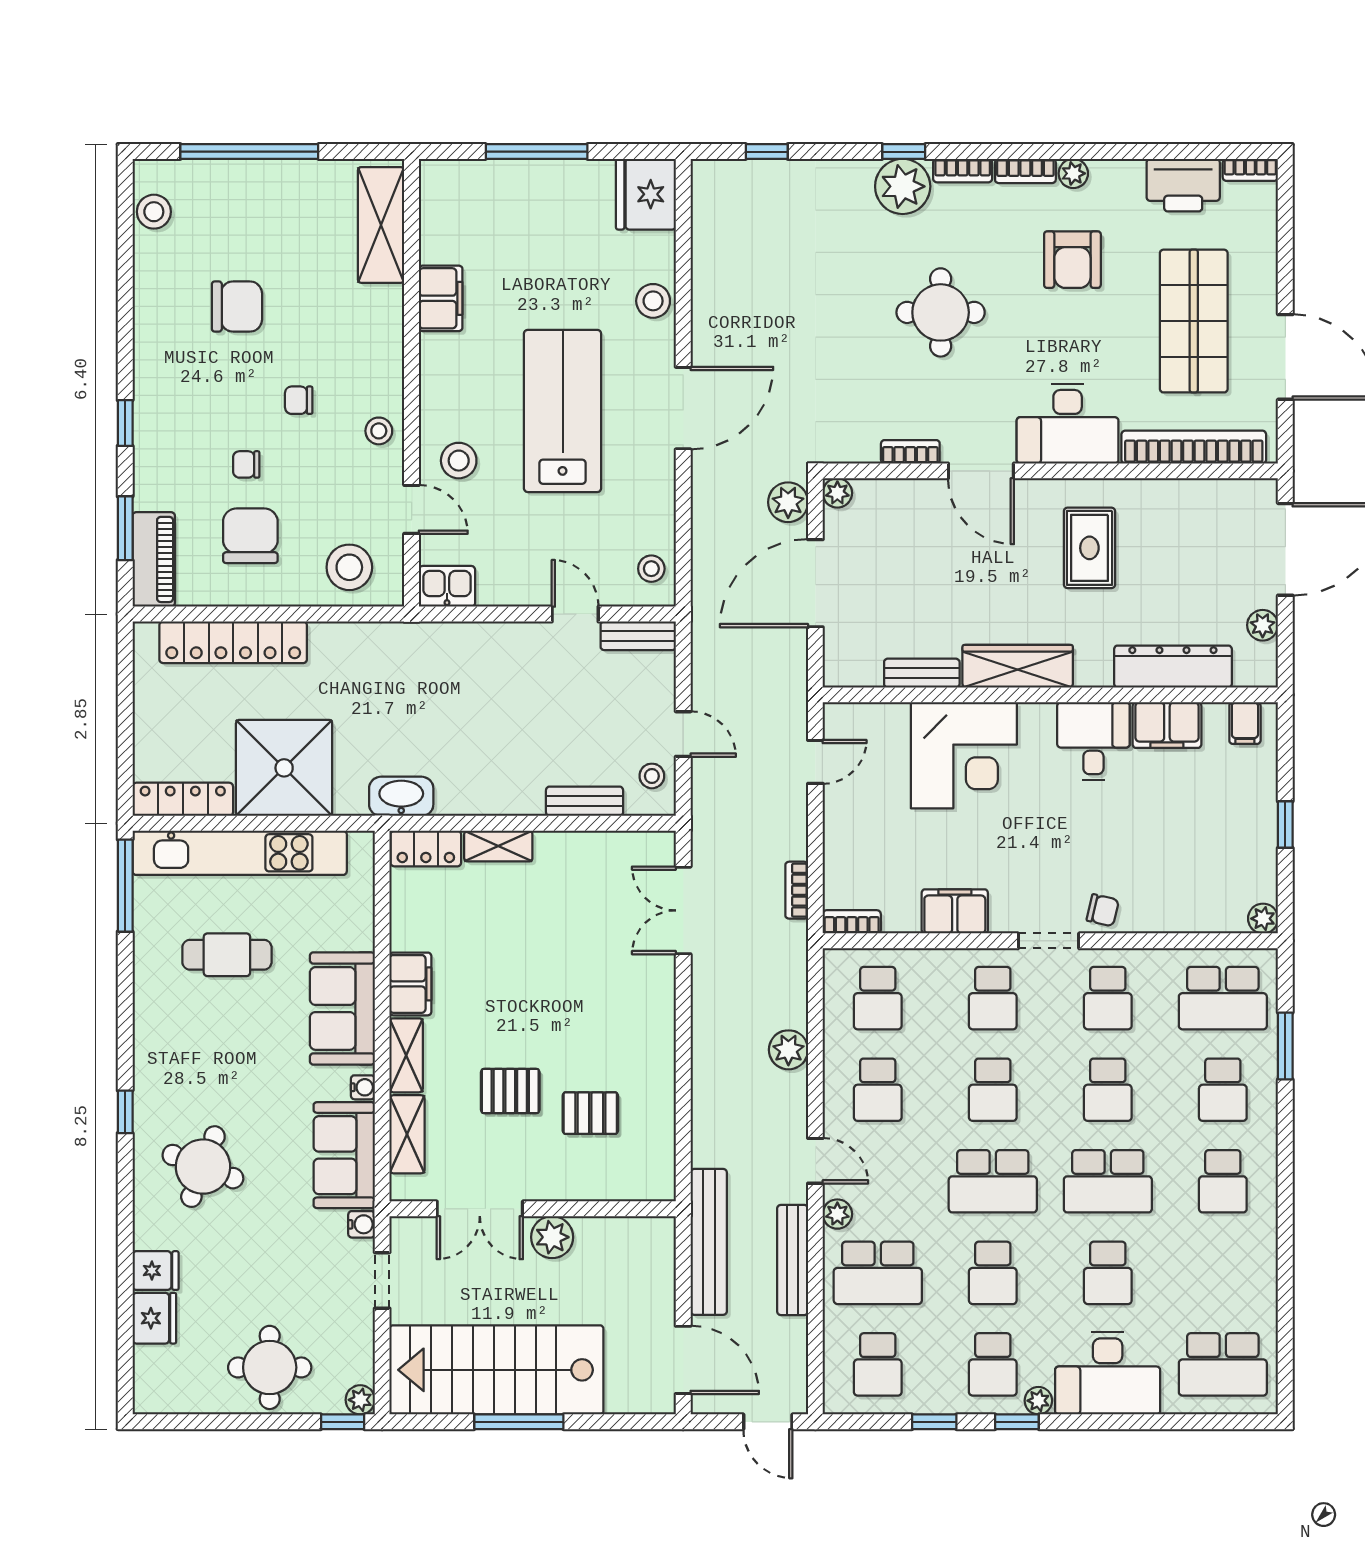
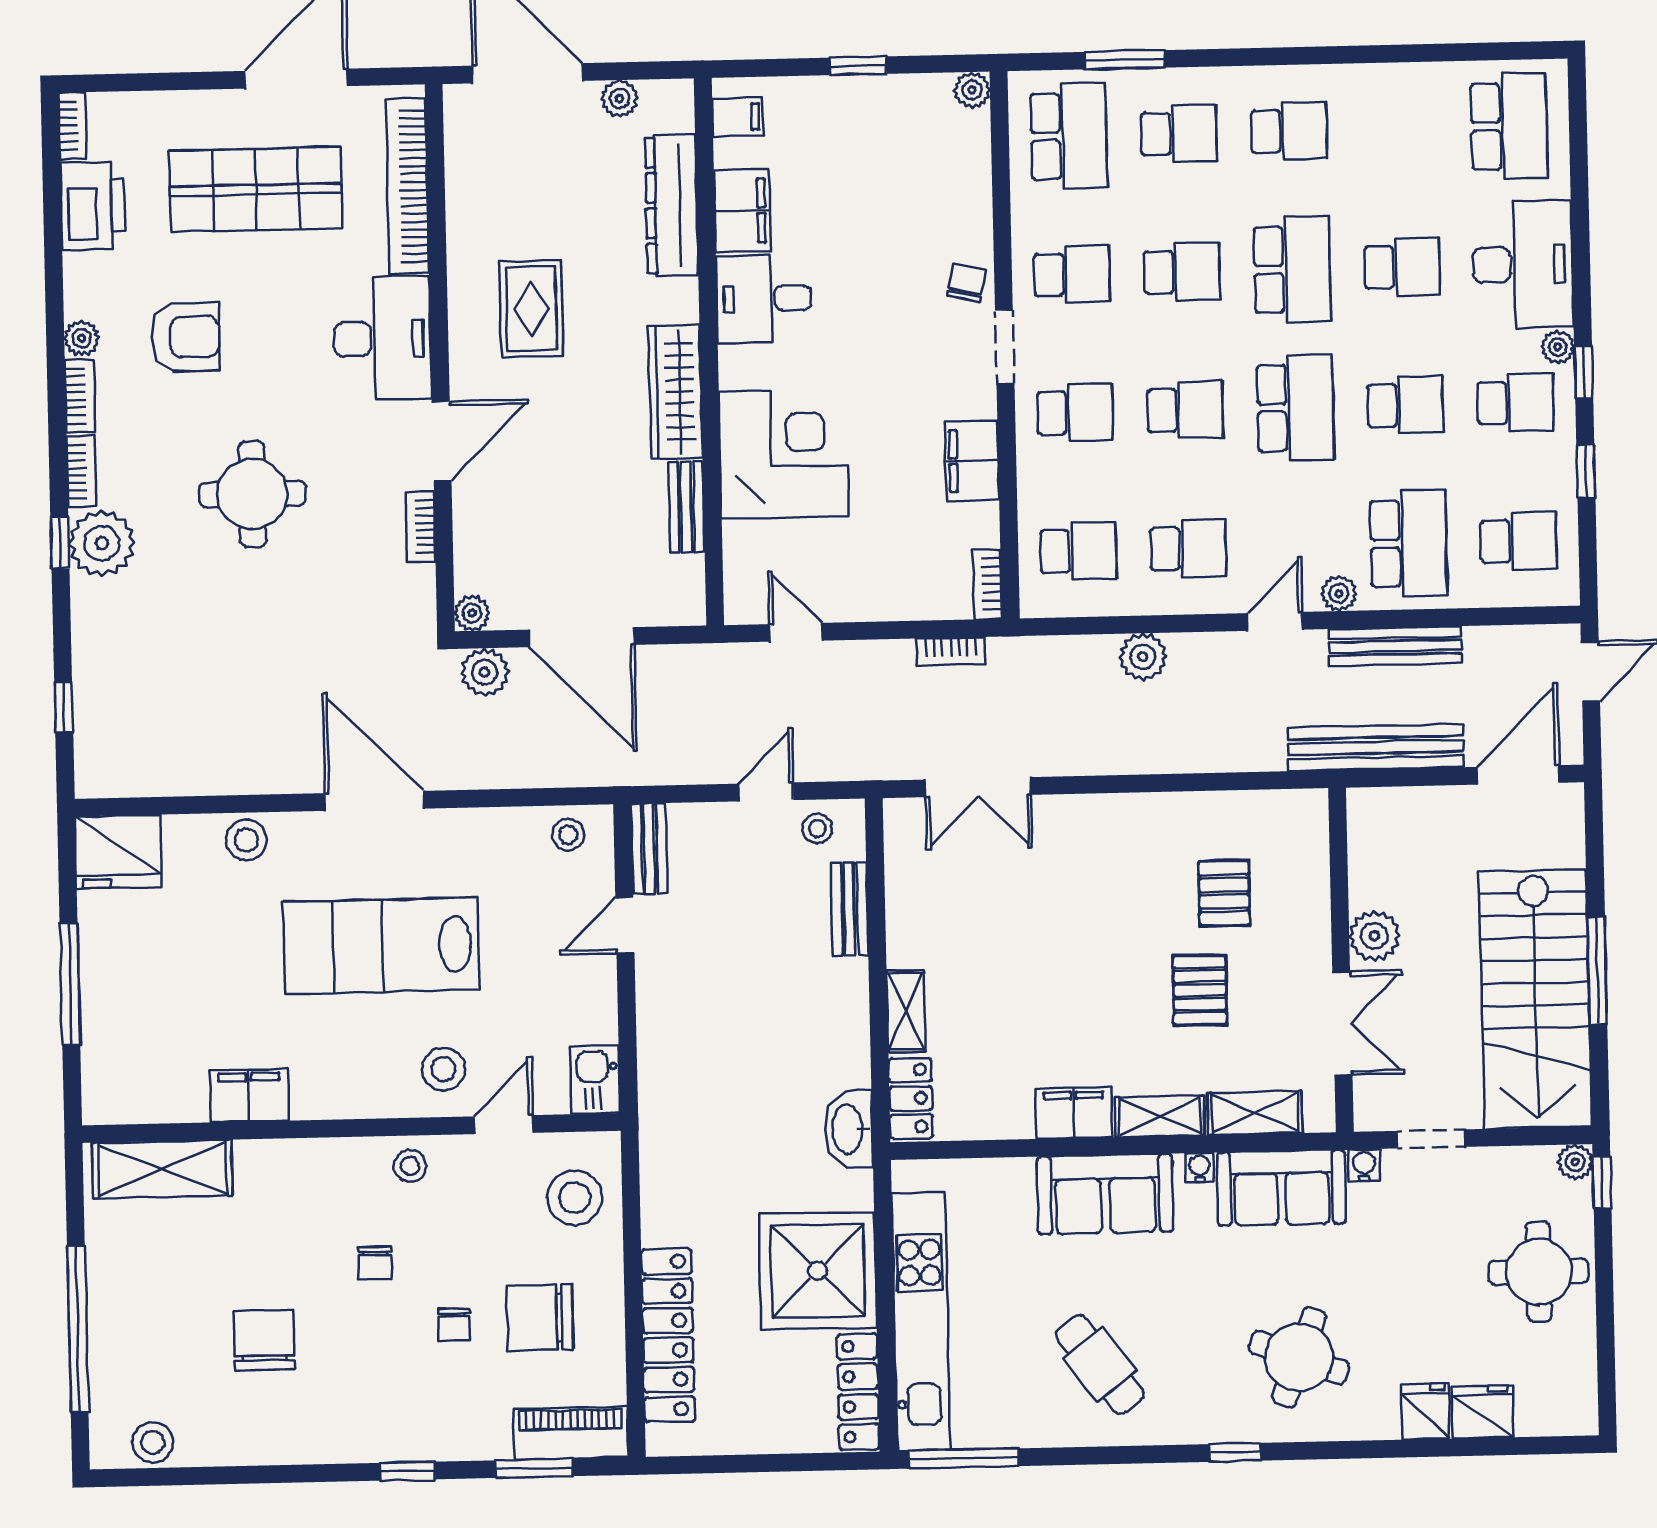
rug: (1089, 548) -> (531, 309), turned 90
cafe table: (227, 955) -> (1100, 1364), moved, turned -37

